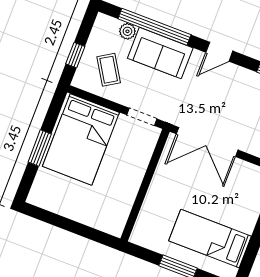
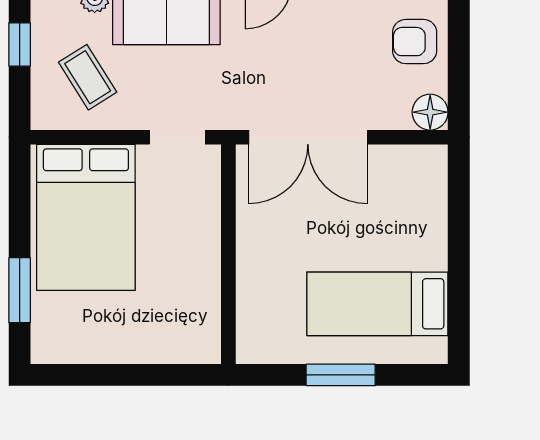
window: (75, 55) -> (20, 44), moved
window: (40, 148) -> (20, 290), moved

